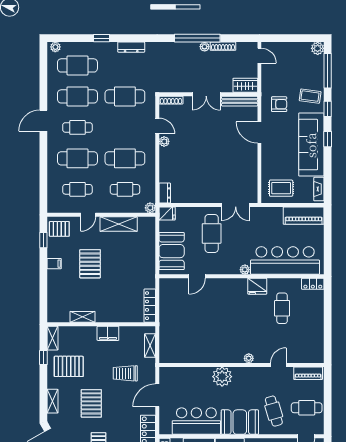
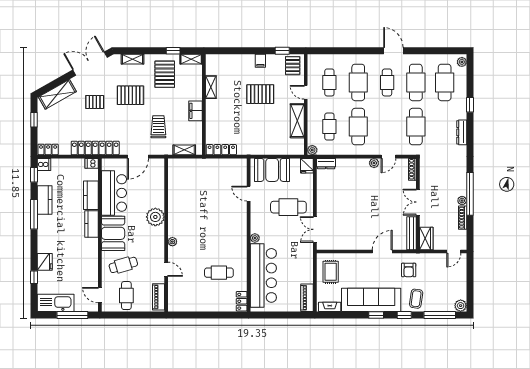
piano: (304, 216) -> (307, 298), width x0.73, depth x0.75
fridge: (257, 286) -> (239, 250), removed
door: (157, 395) -> (138, 157), swing flipped

